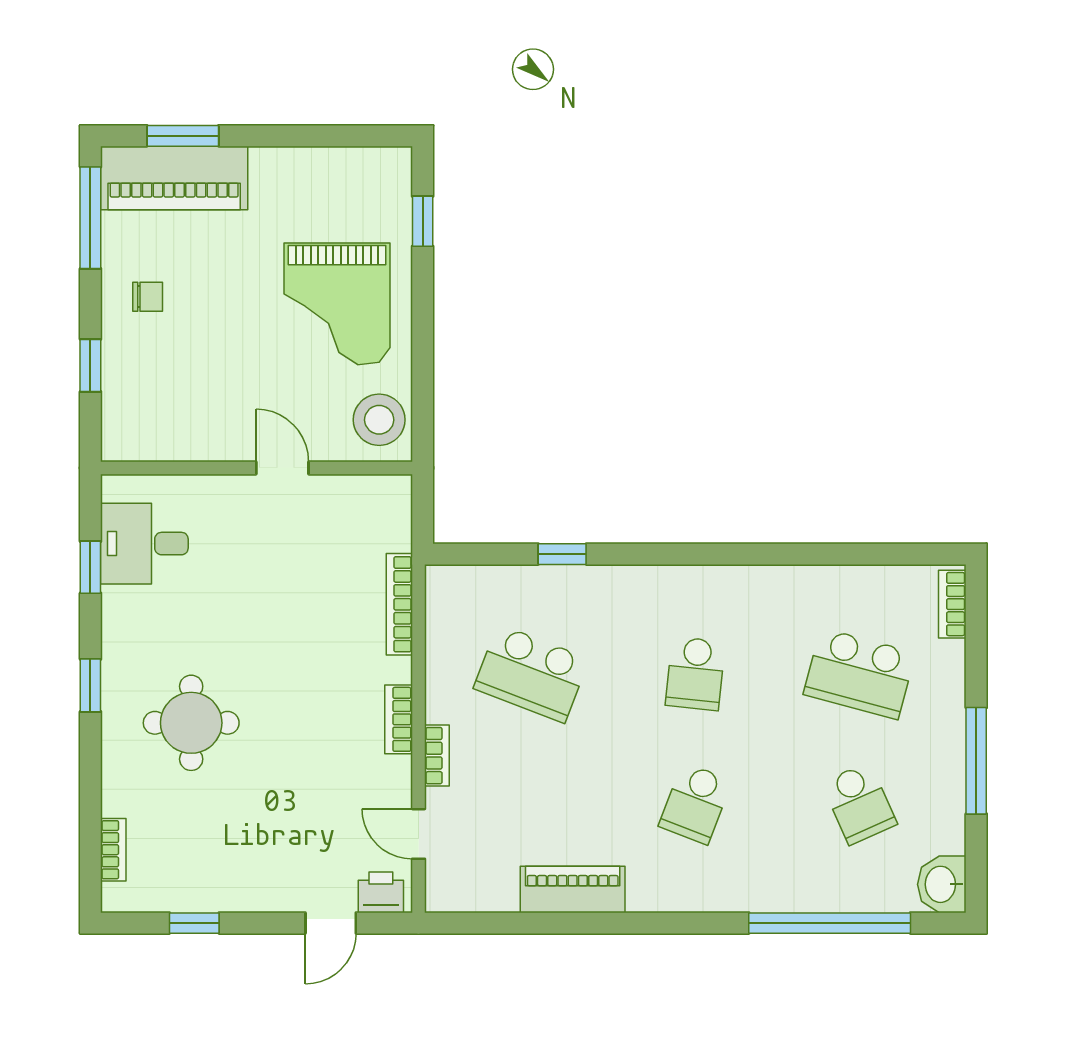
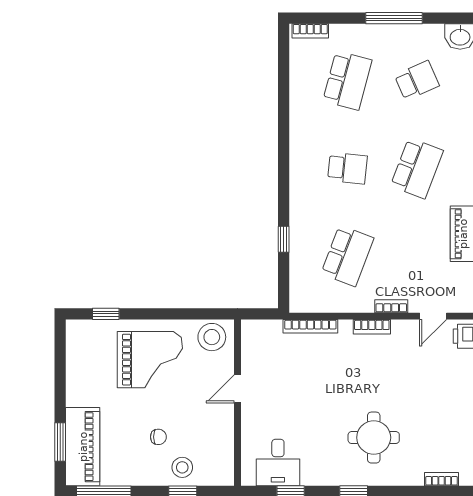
chair: (148, 297) -> (158, 437), moved, turned 90
stool: (135, 364) -> (182, 467), added
school desk: (695, 803) -> (417, 168), width x1.85

